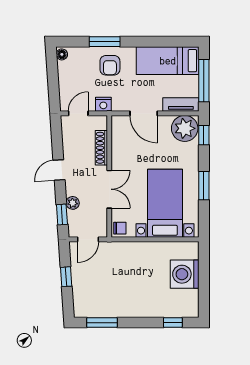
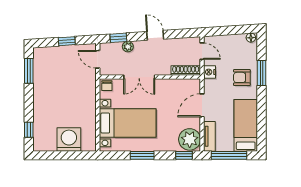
shoe rack: (101, 148) -> (186, 70), moved

